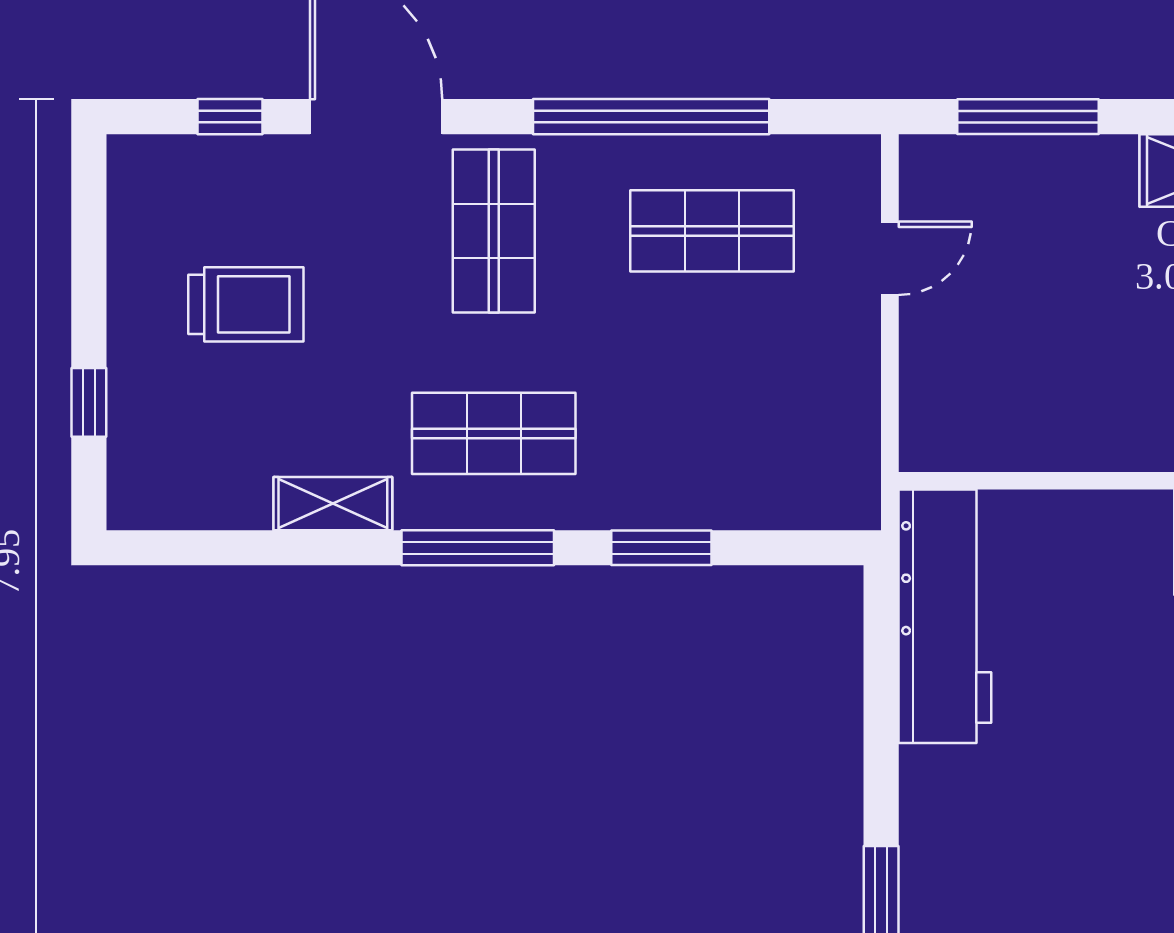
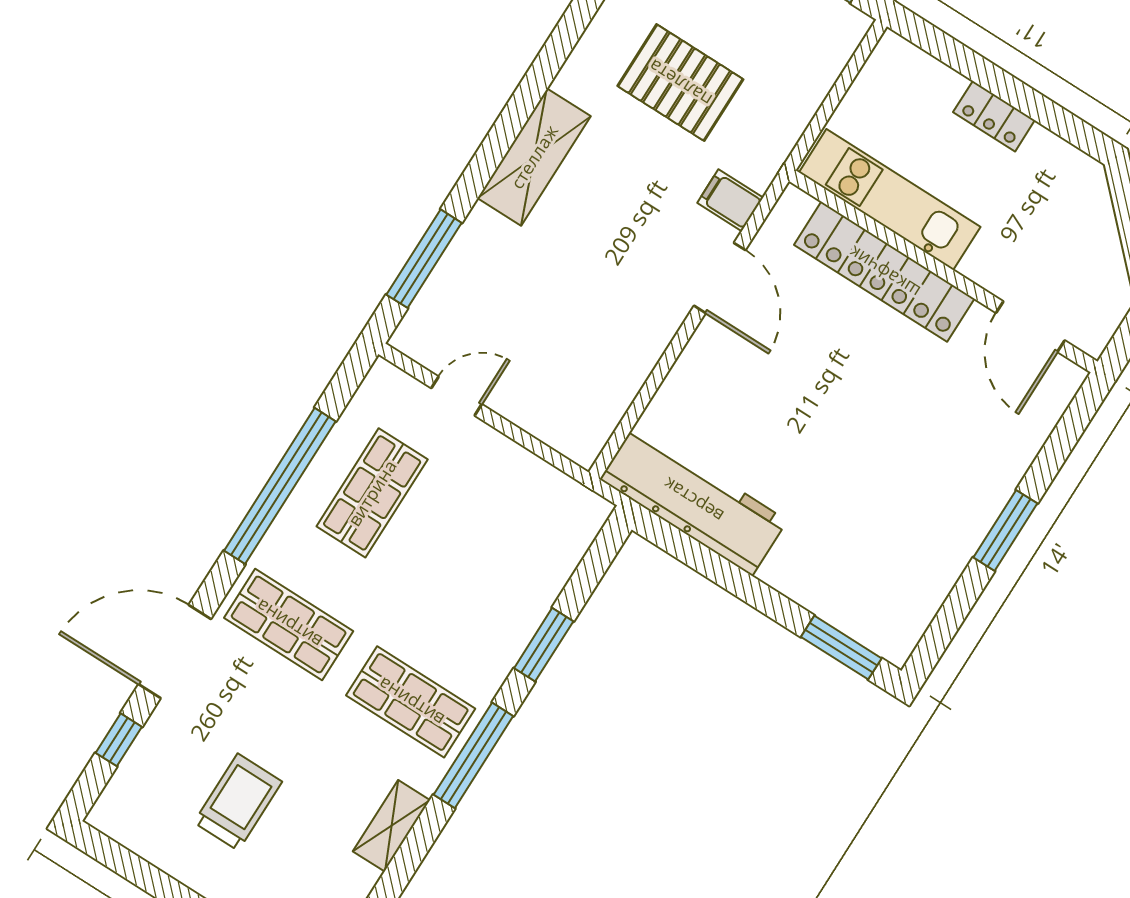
door: (890, 258) -> (457, 396), hinge flipped
shop shelf: (494, 433) -> (411, 702), turned 90

